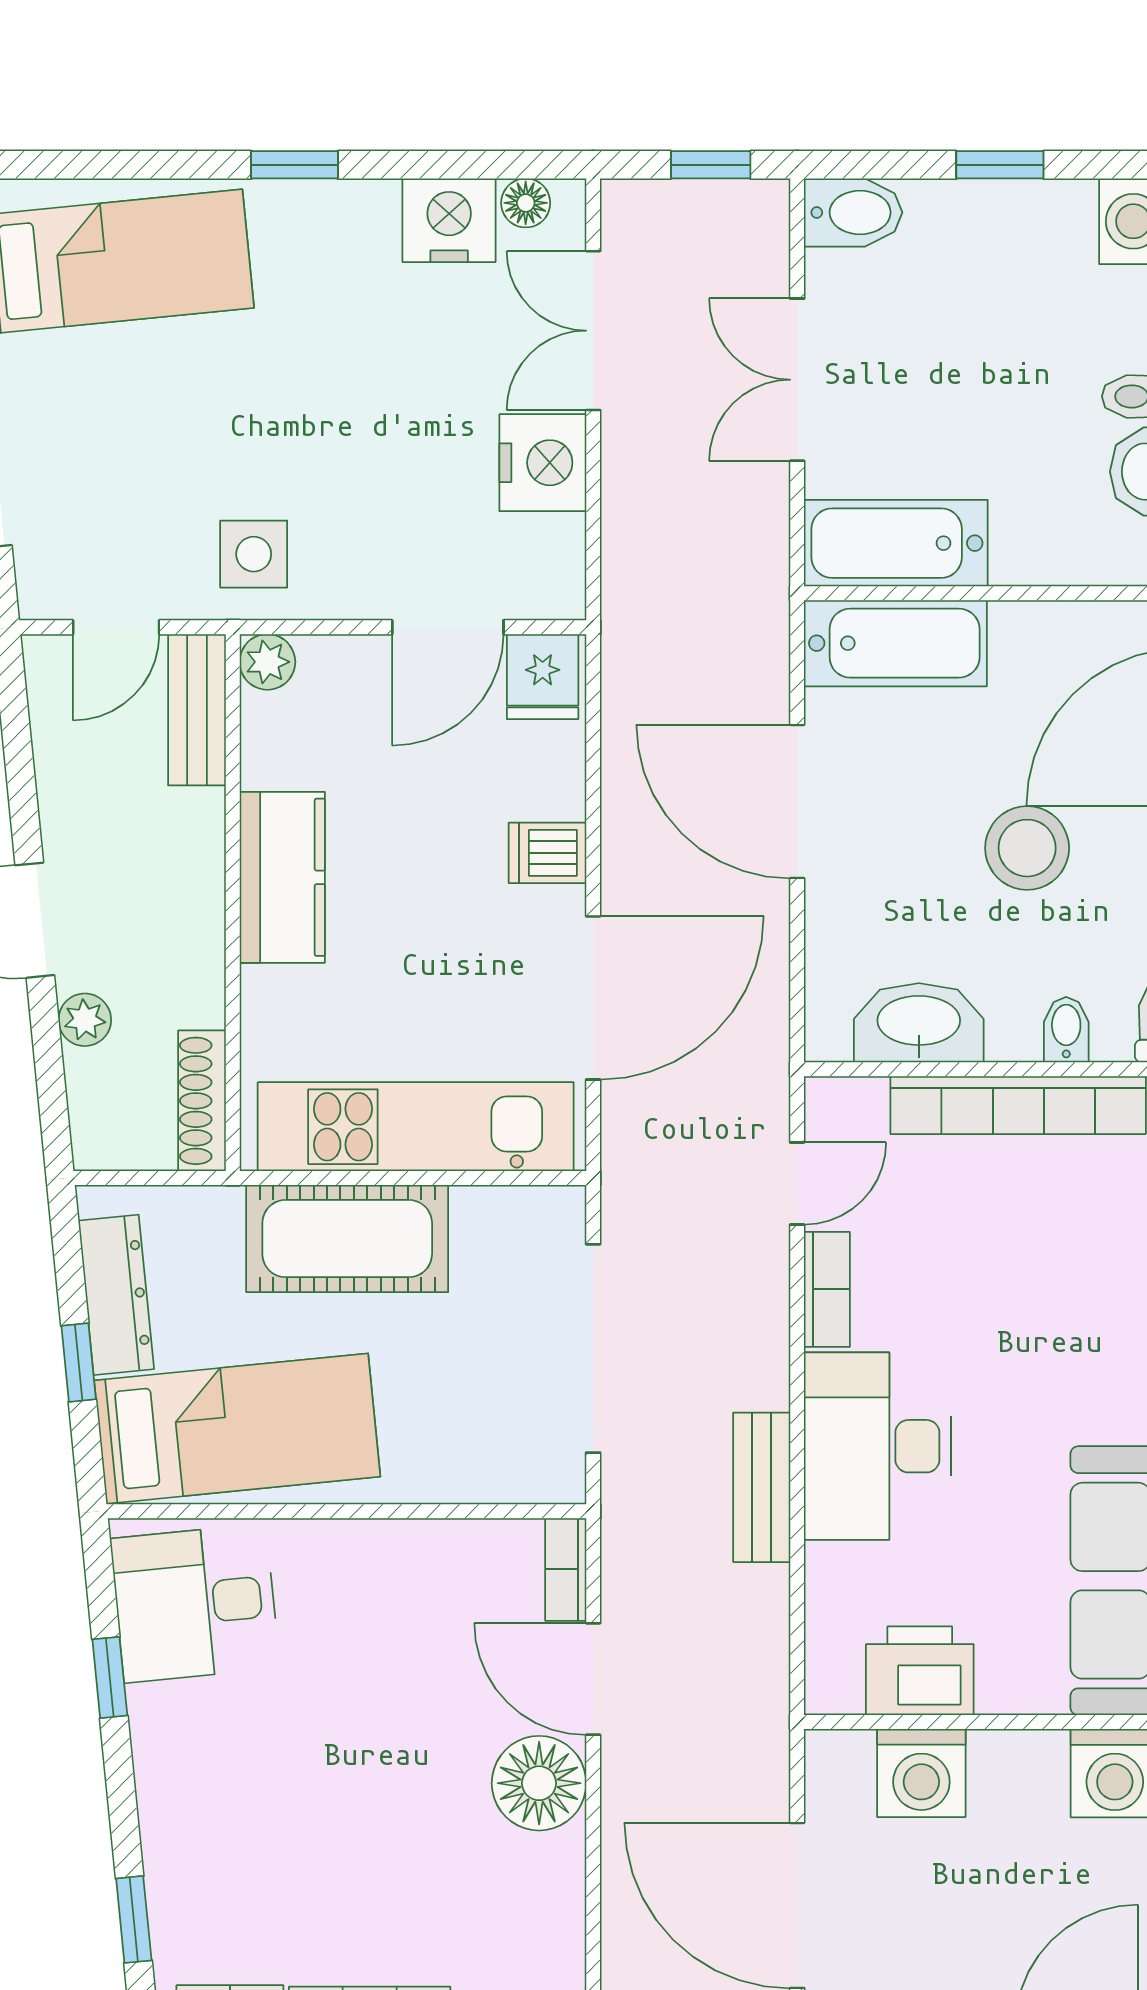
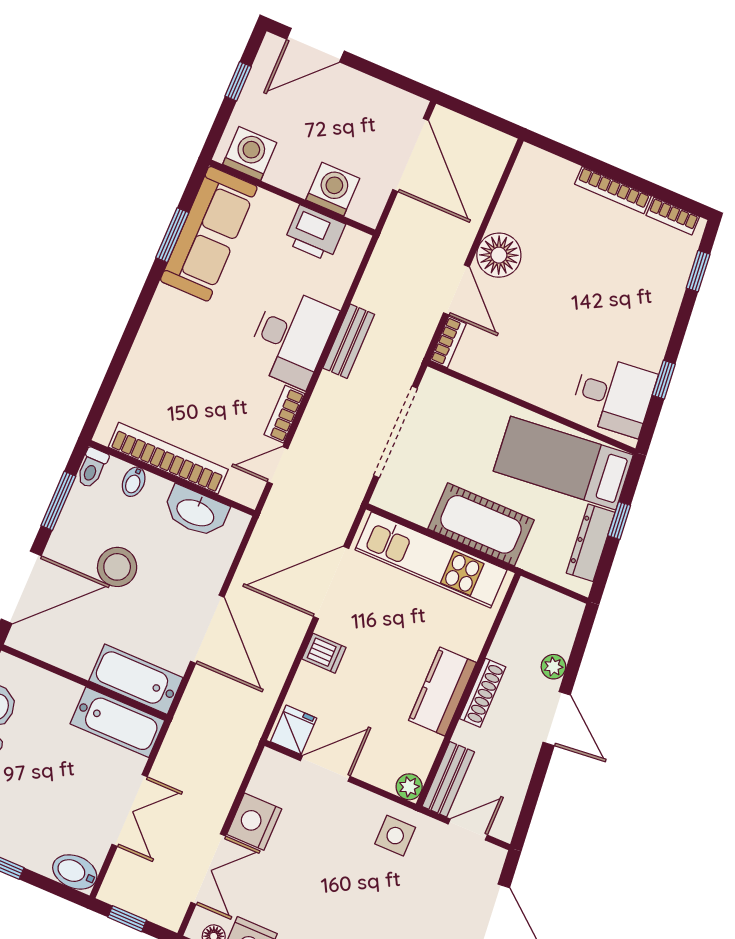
shoe rack: (202, 1101) -> (483, 693), moved

